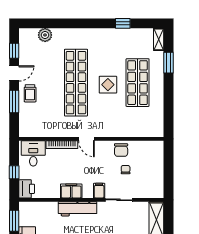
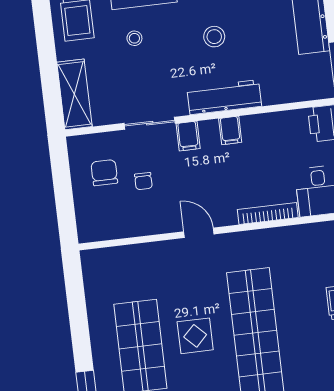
door: (87, 139) -> (199, 233), moved
chair: (121, 150) -> (104, 173), moved
filing cabinet: (71, 191) -> (230, 130), width x0.50

